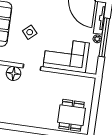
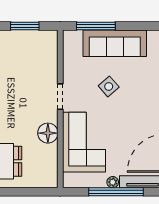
floor lamp: (14, 73) -> (48, 133), moved

